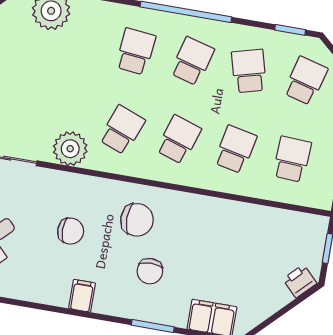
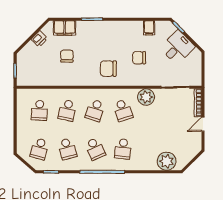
school desk: (192, 61) -> (95, 149), turned -39
school desk: (122, 130) -> (123, 110), turned -39
chair: (150, 271) -> (67, 56), moved
printer: (300, 281) -> (39, 39), moved
filing cabinet: (82, 296) -> (149, 28), moved

